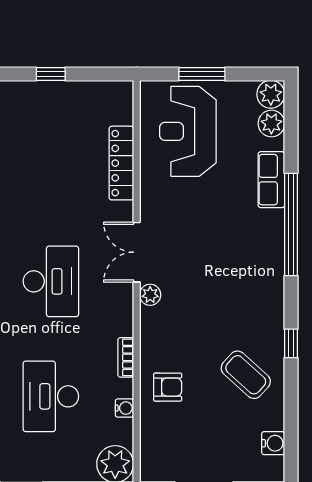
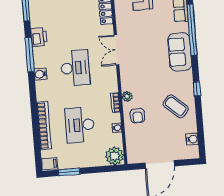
sofa: (263, 266) -> (180, 52), added
plant: (150, 295) -> (127, 96), moved
armchair: (168, 387) -> (137, 116), turned 90

